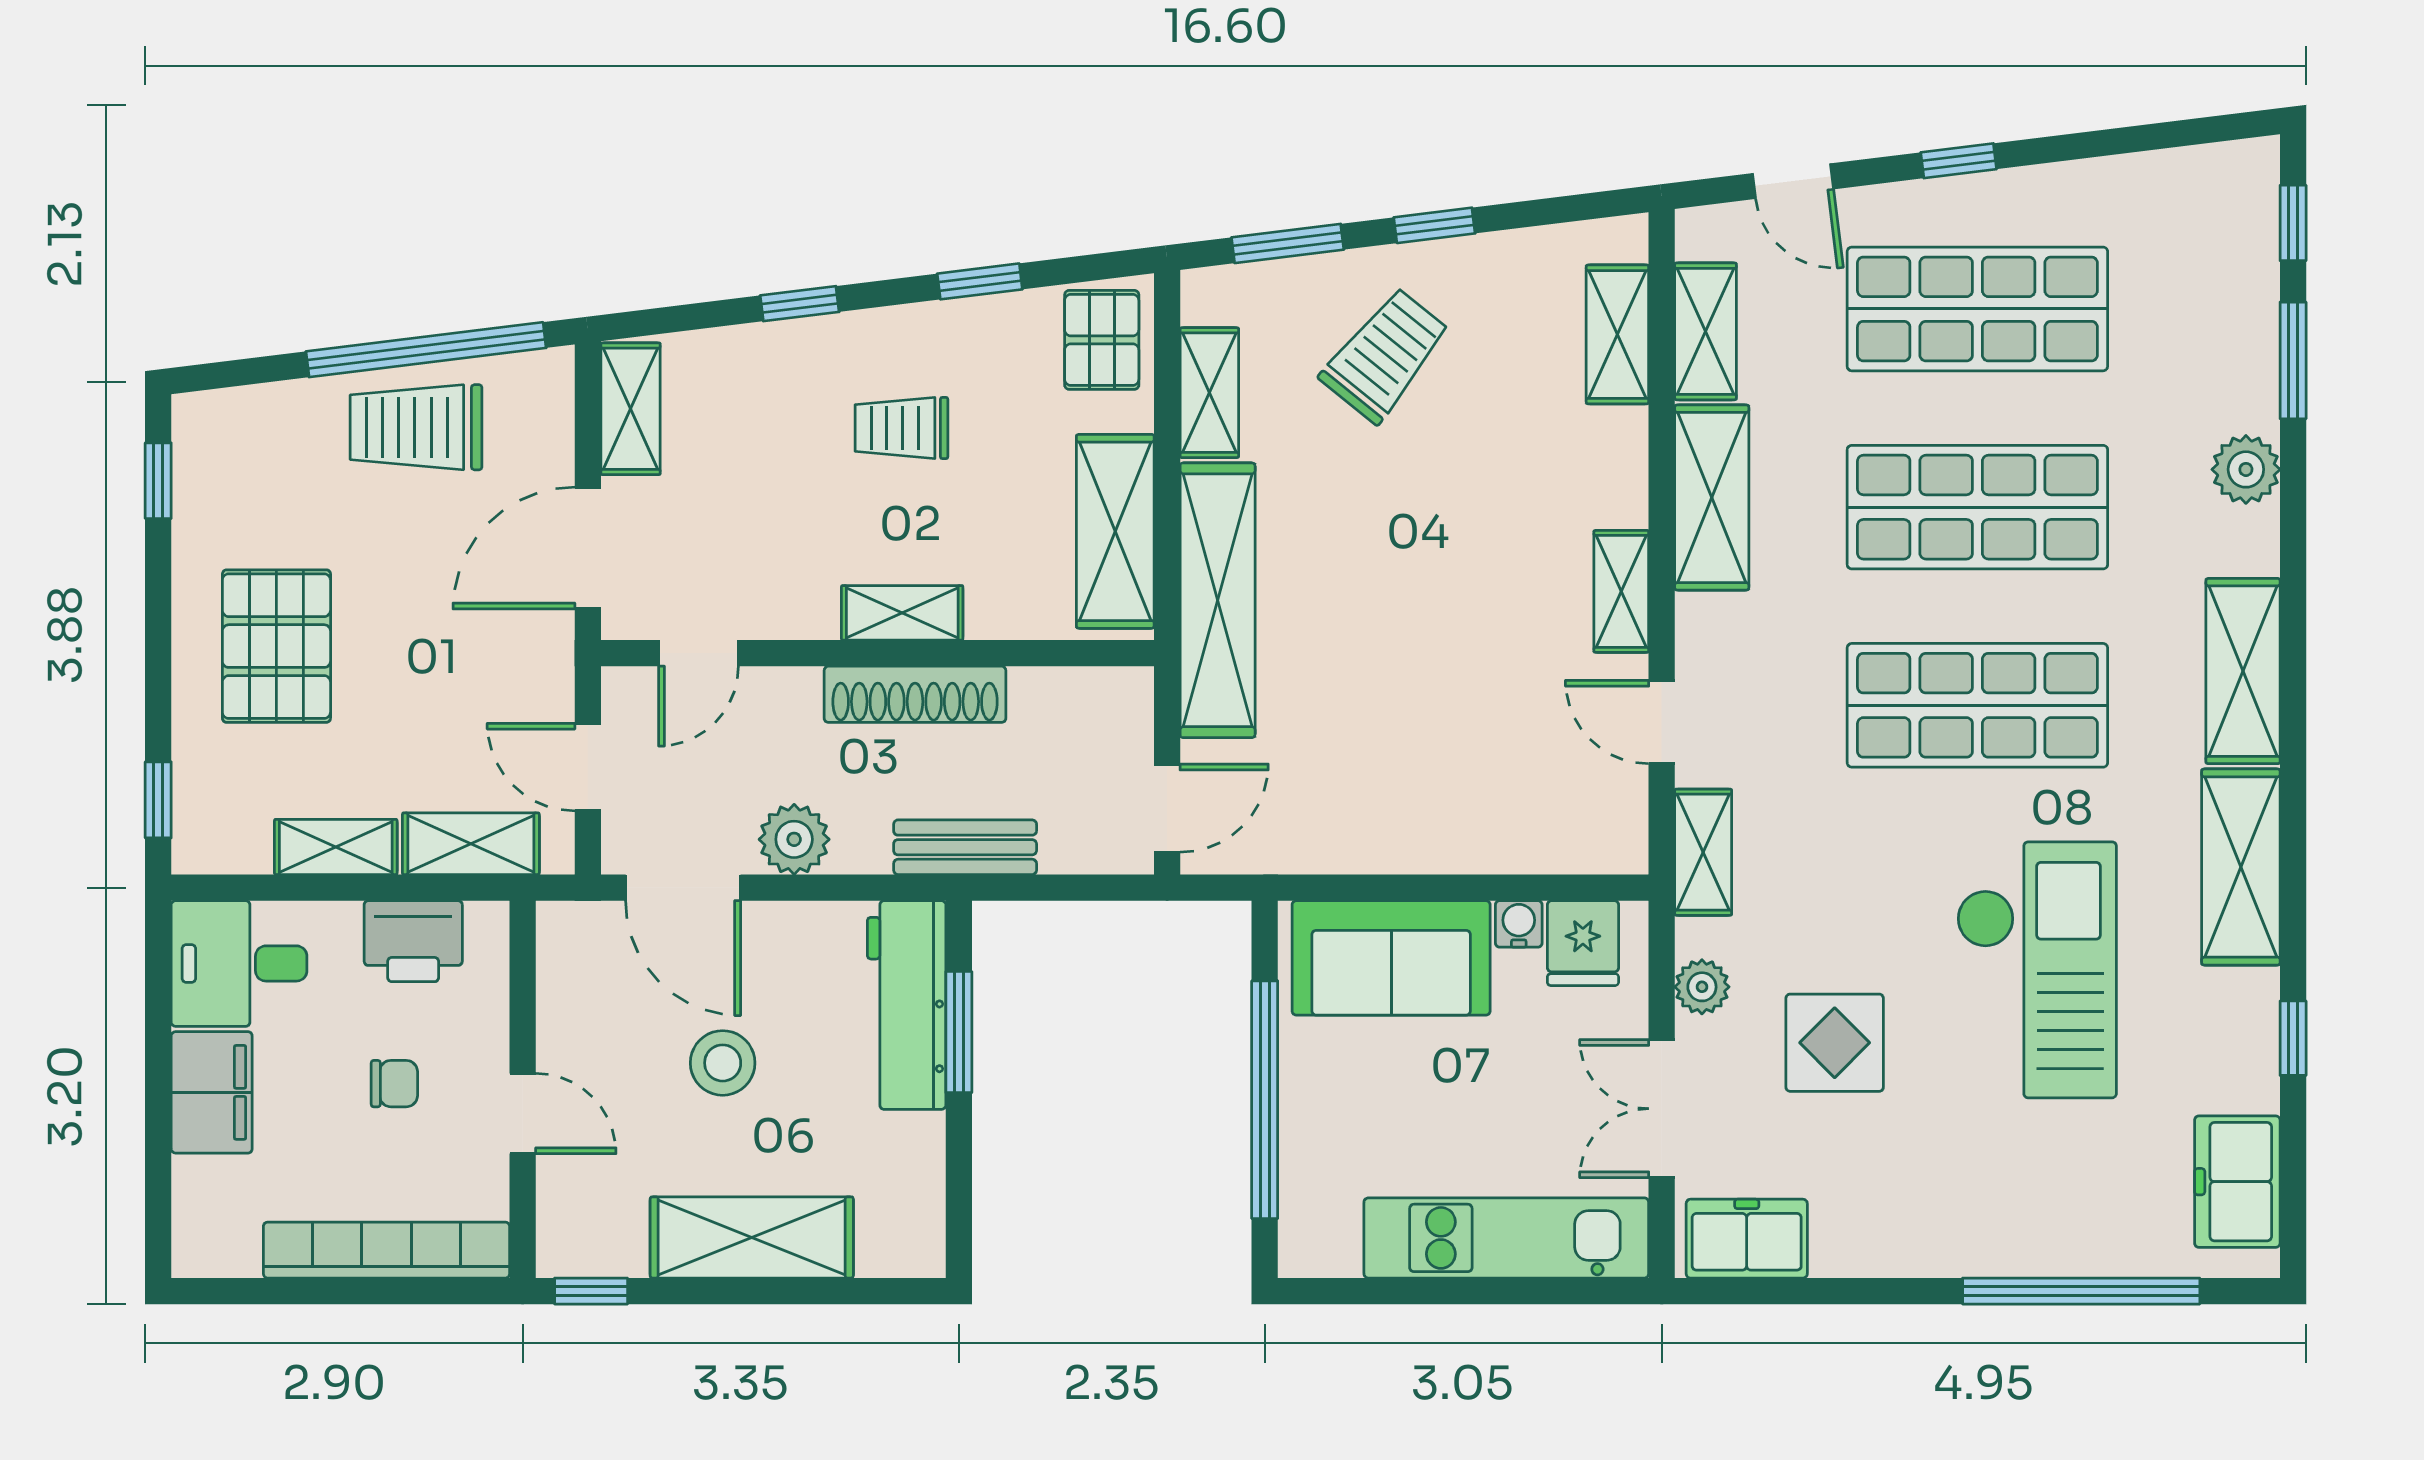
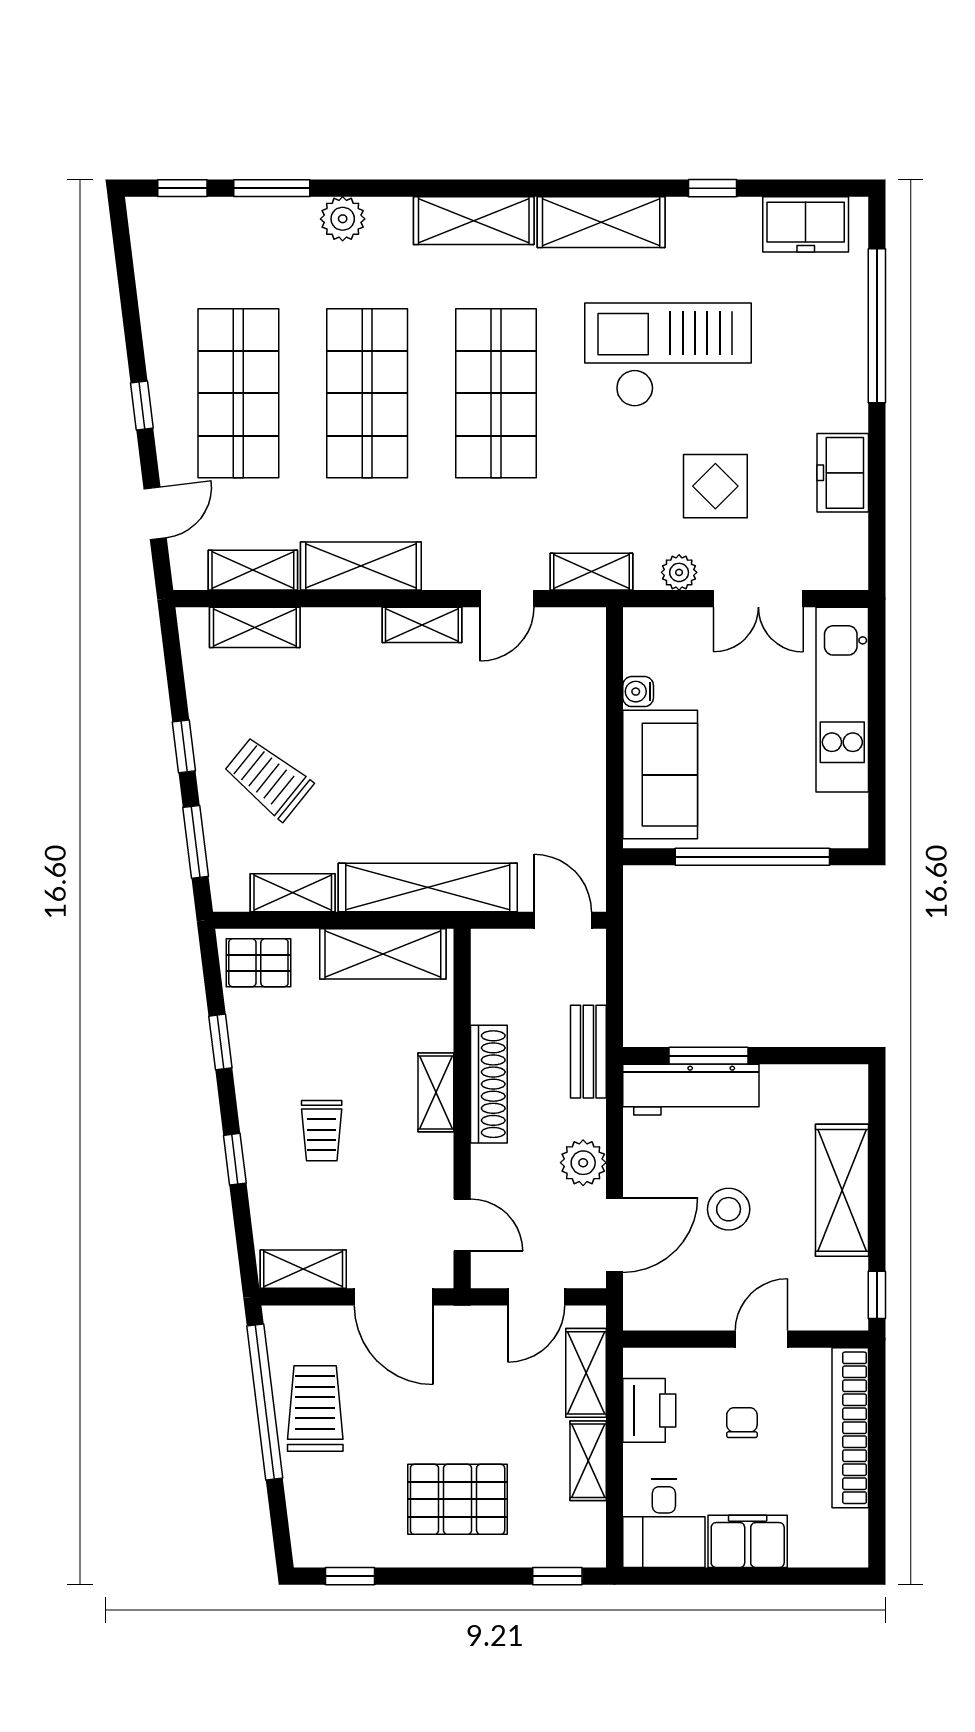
trolley: (416, 427) -> (315, 1409), turned 180
trolley: (901, 428) -> (322, 1131), moved
fridge: (1583, 943) -> (651, 650), removed
freezer: (1747, 1239) -> (843, 473), moved

